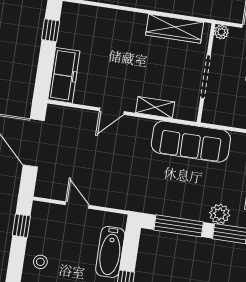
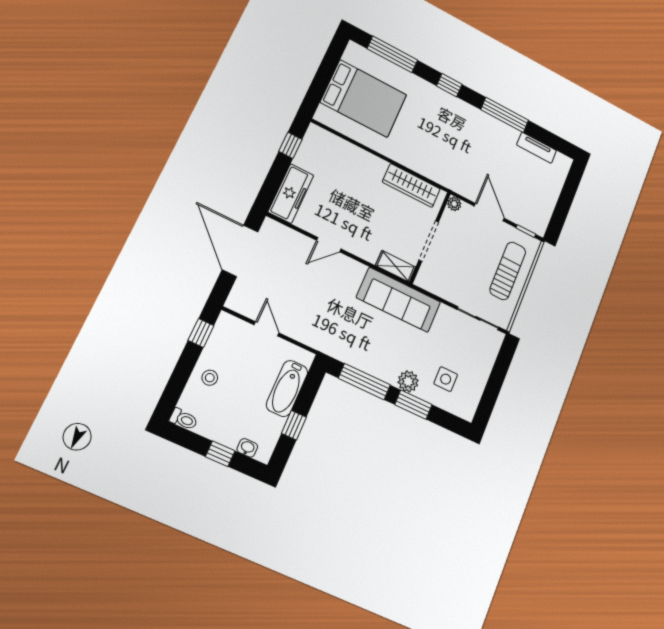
shelving: (155, 107) -> (396, 266), moved

